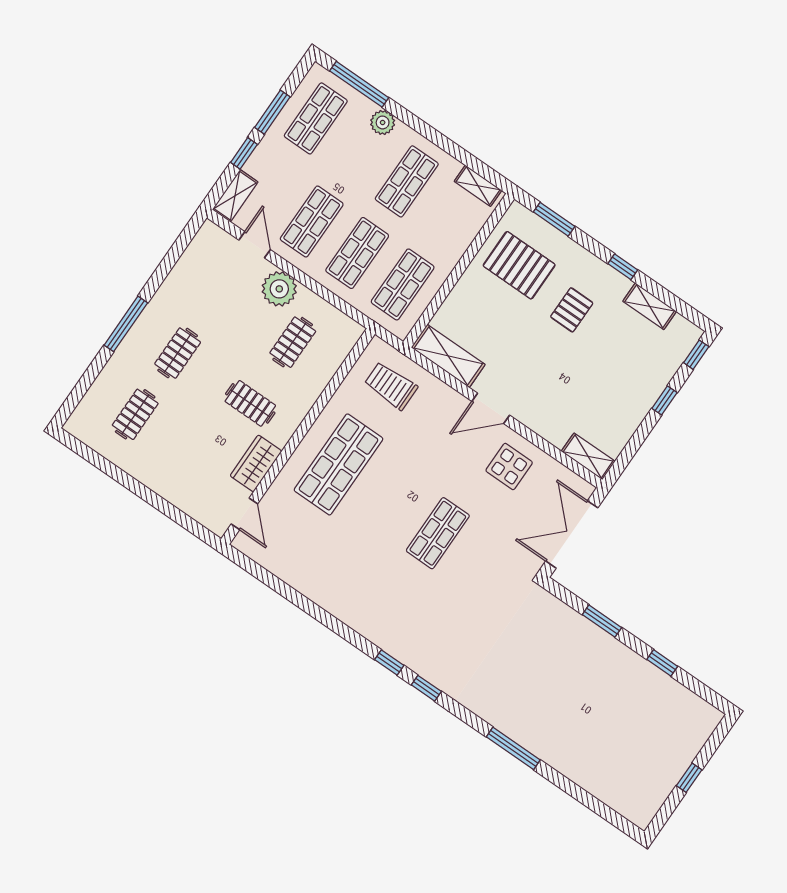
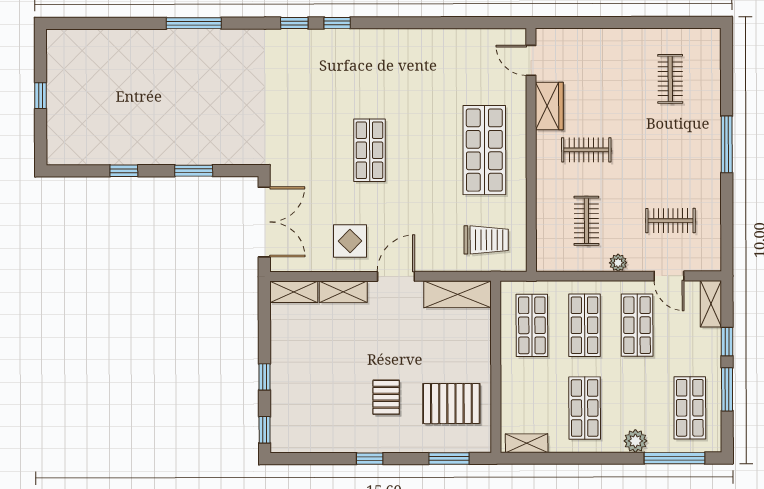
plant: (279, 289) -> (618, 263), width x0.53, depth x0.53
shelving: (650, 306) -> (343, 292), moved
clothes rail: (178, 353) -> (670, 221), moved, turned 90

